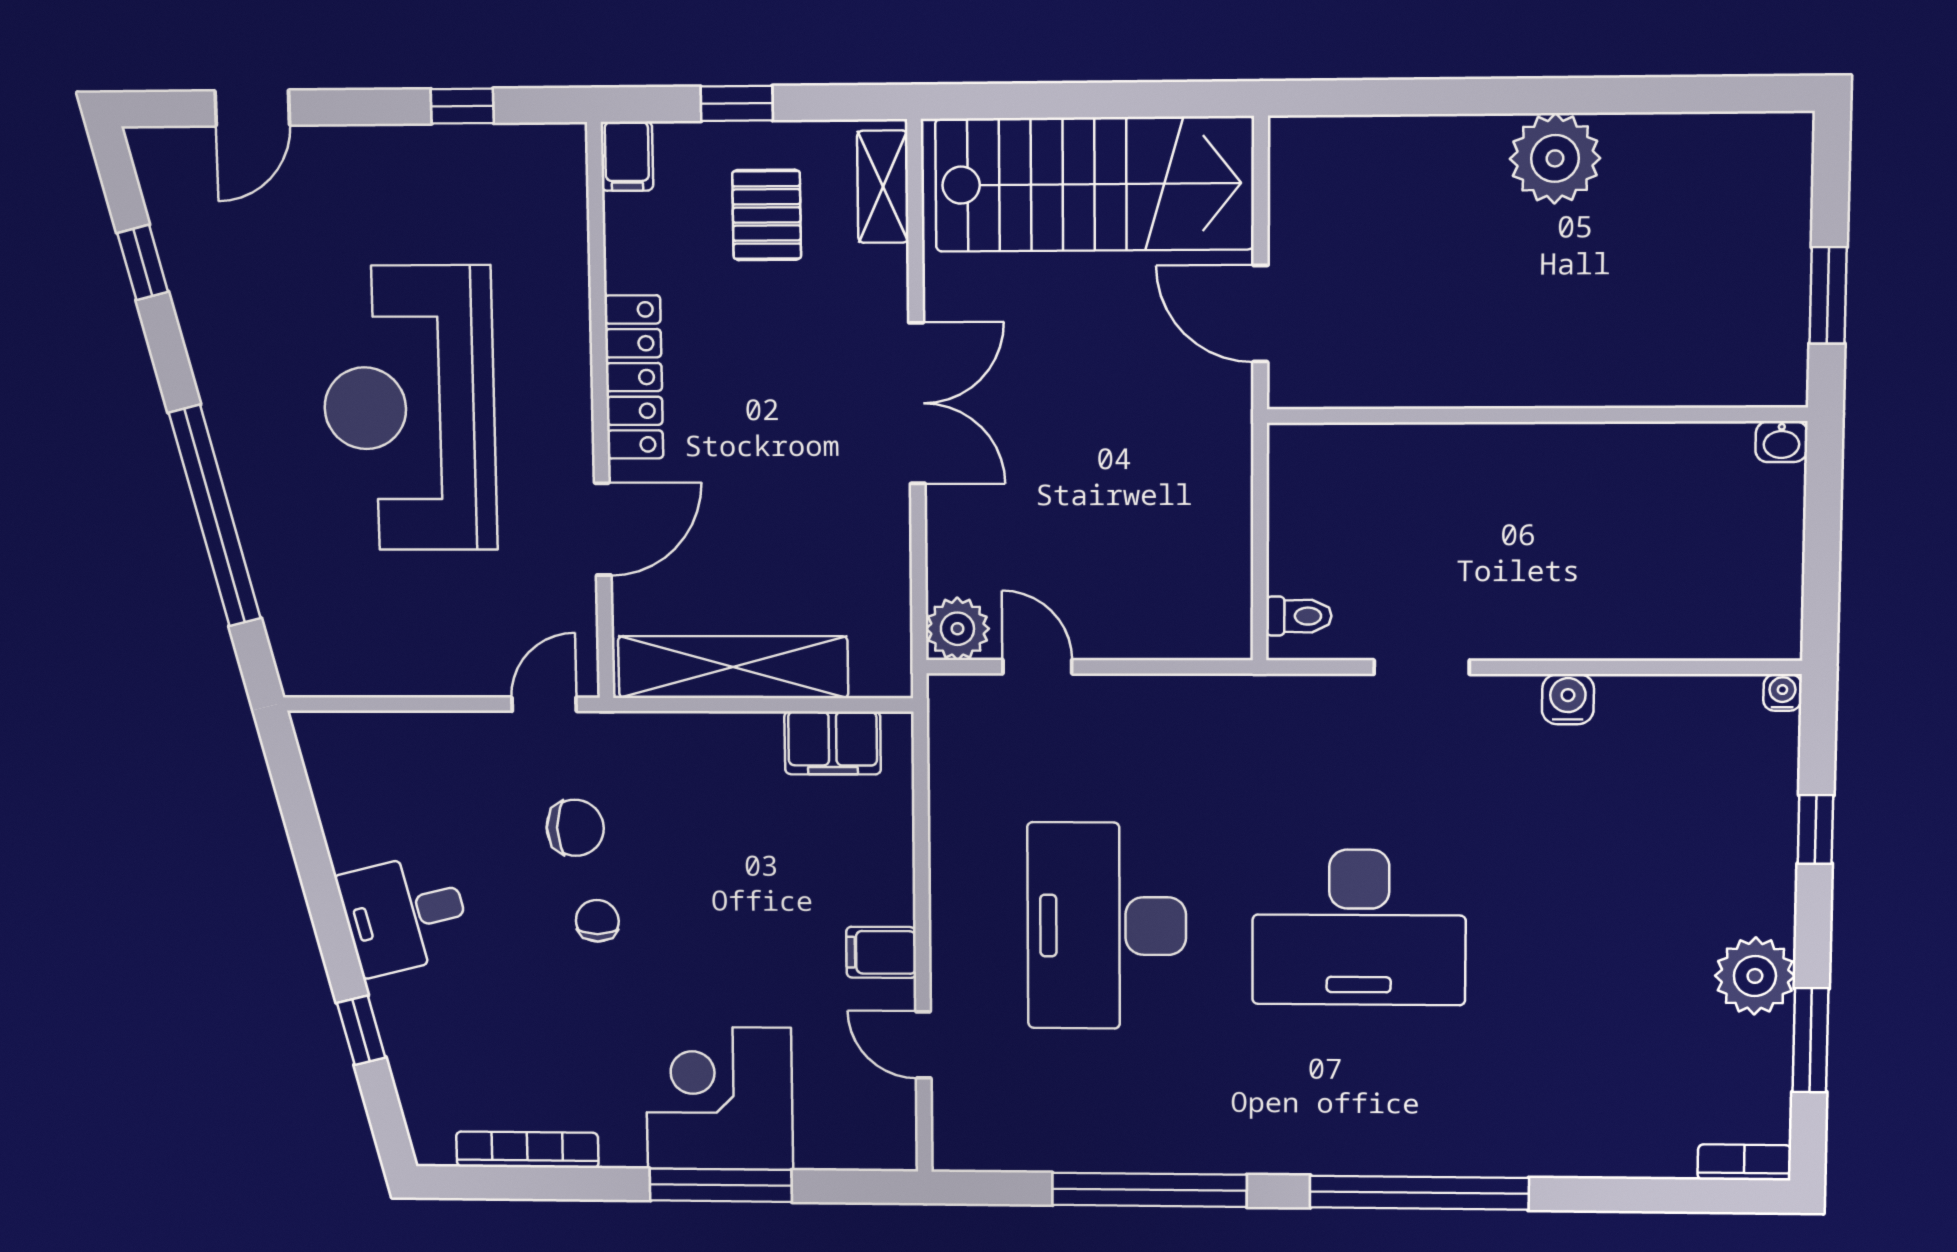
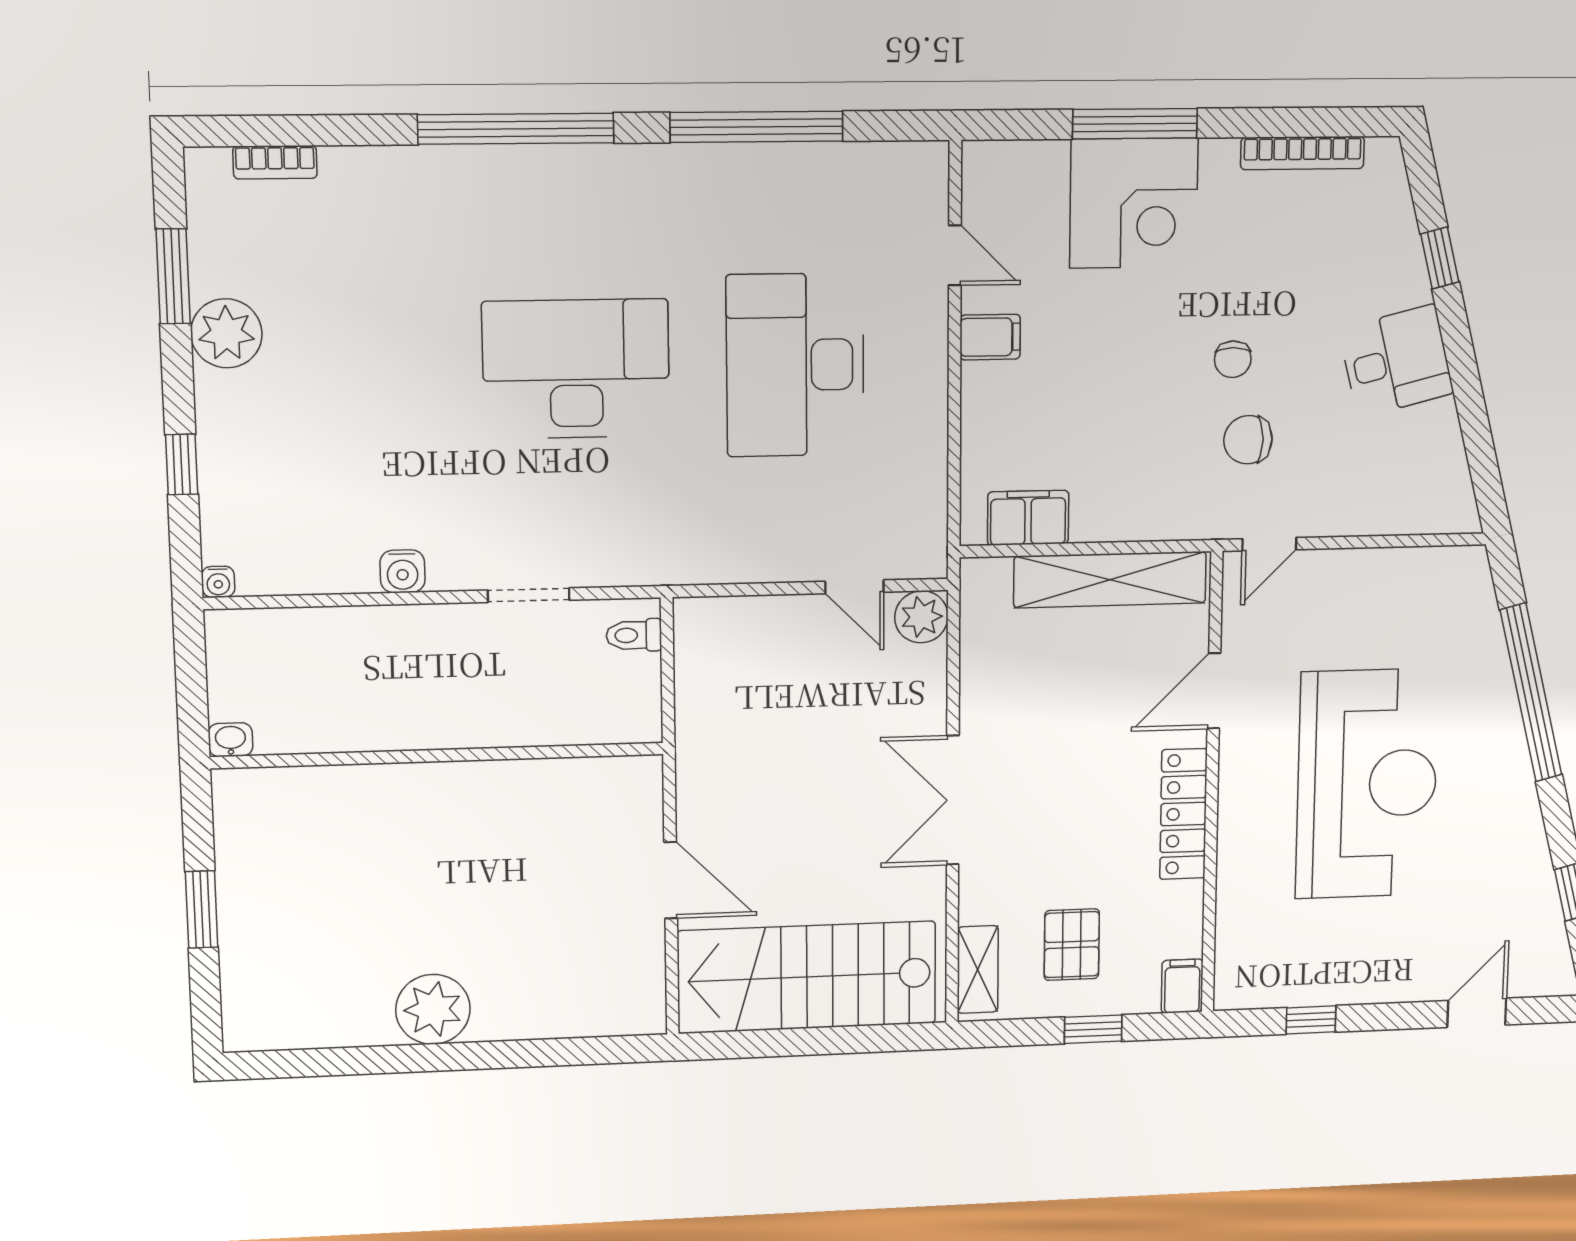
wall: (1536, 415) -> (438, 756), moved
washbasin: (1782, 442) -> (231, 740), moved
desk: (1107, 926) -> (795, 365), turned 180
bookcase: (1744, 1162) -> (275, 162), moved

